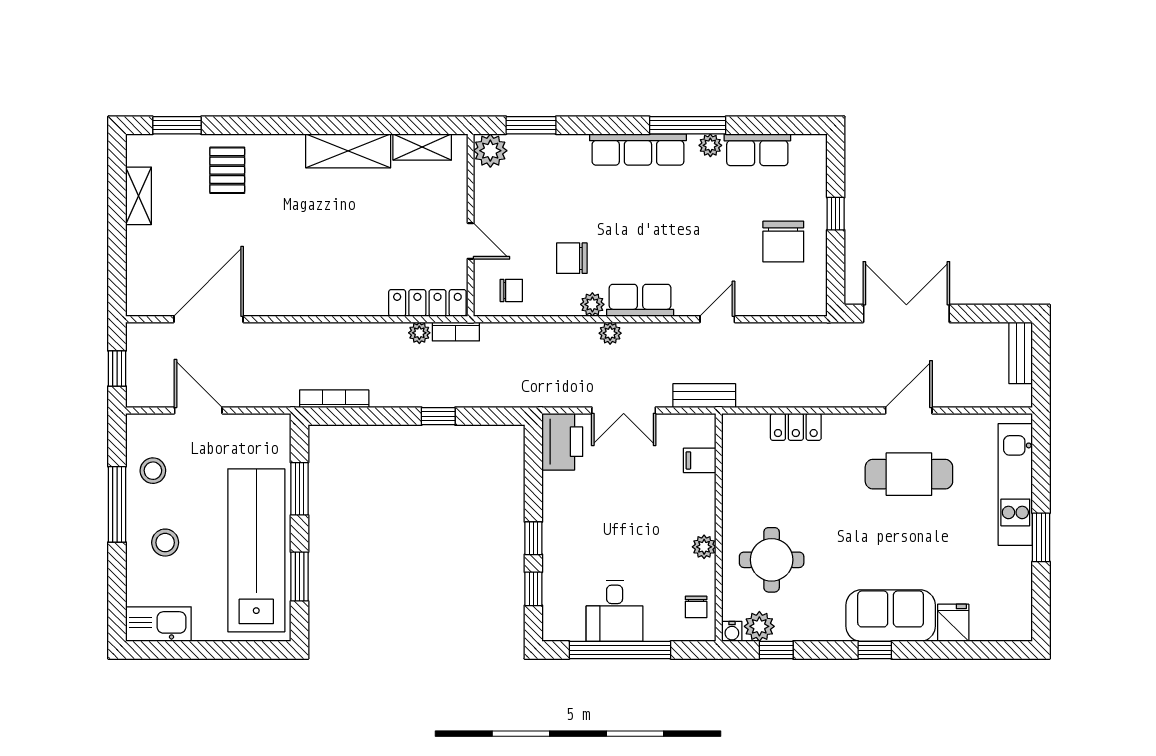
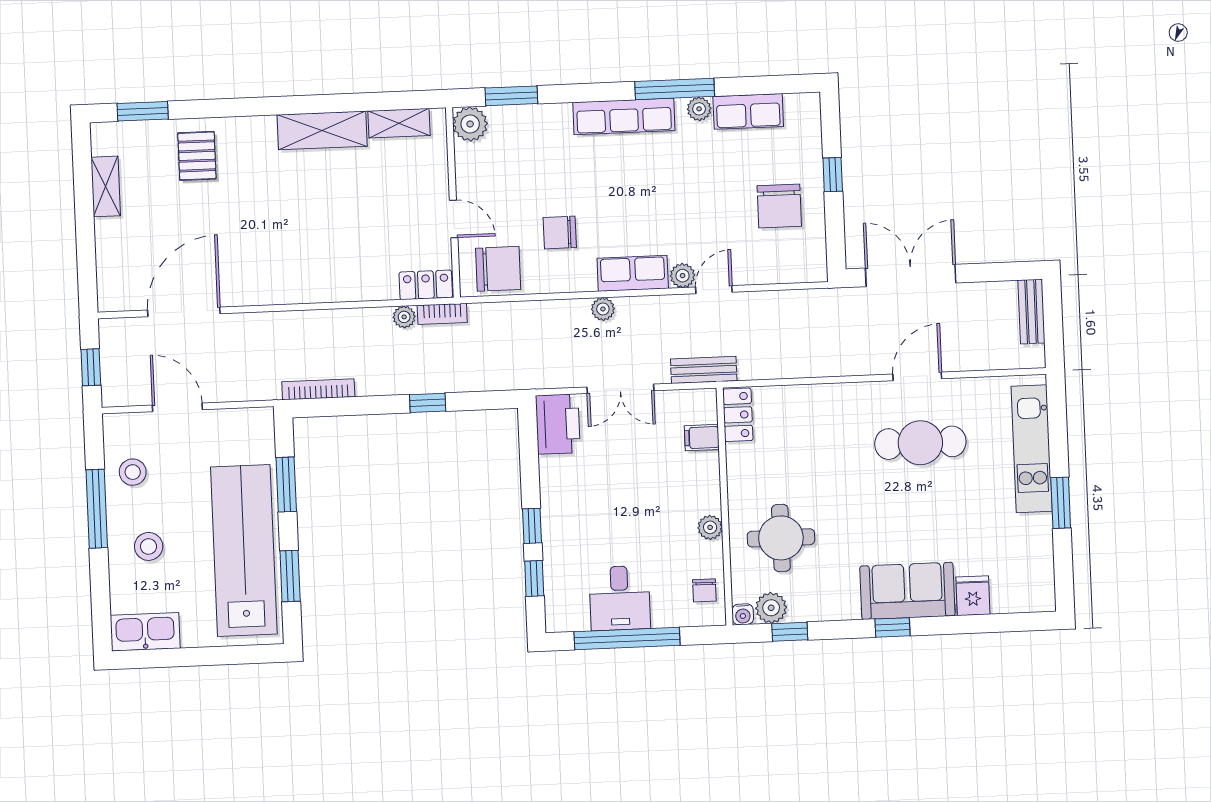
chair: (511, 290) -> (498, 269), width x1.87, depth x1.87
locker: (427, 303) -> (426, 285), width x0.66
plant: (592, 304) -> (683, 276), moved
locker: (796, 427) -> (738, 415), moved, turned -90

